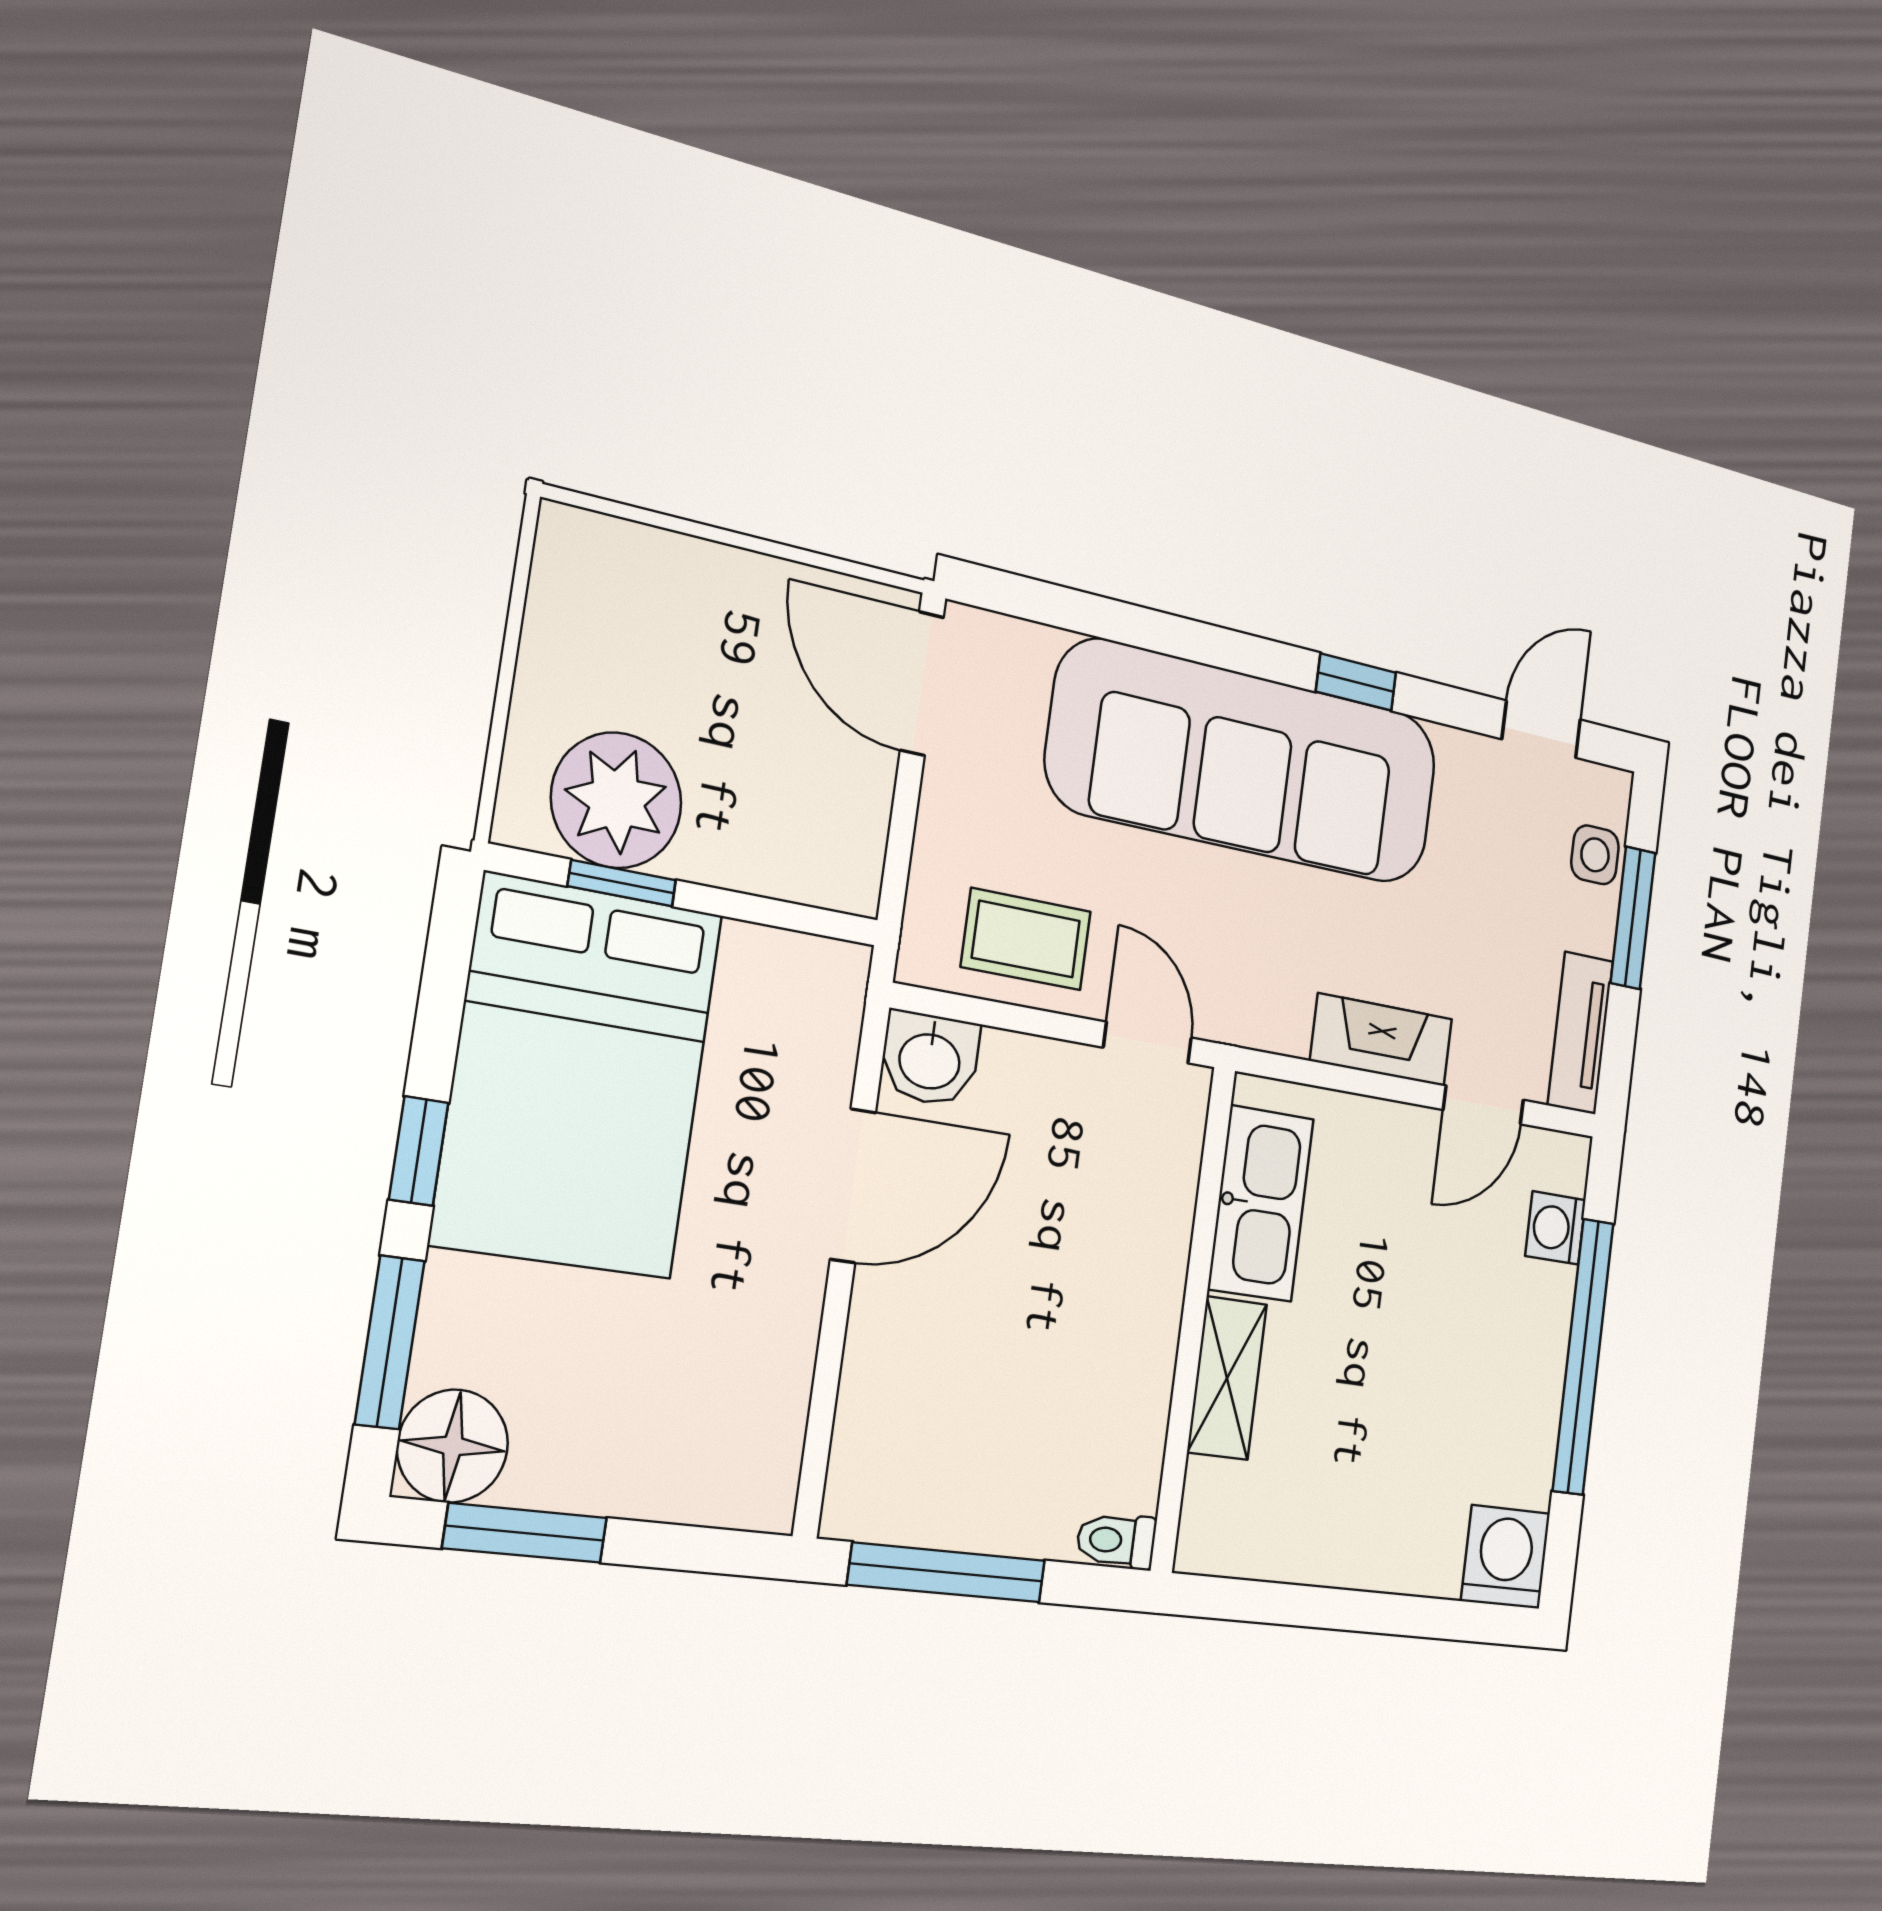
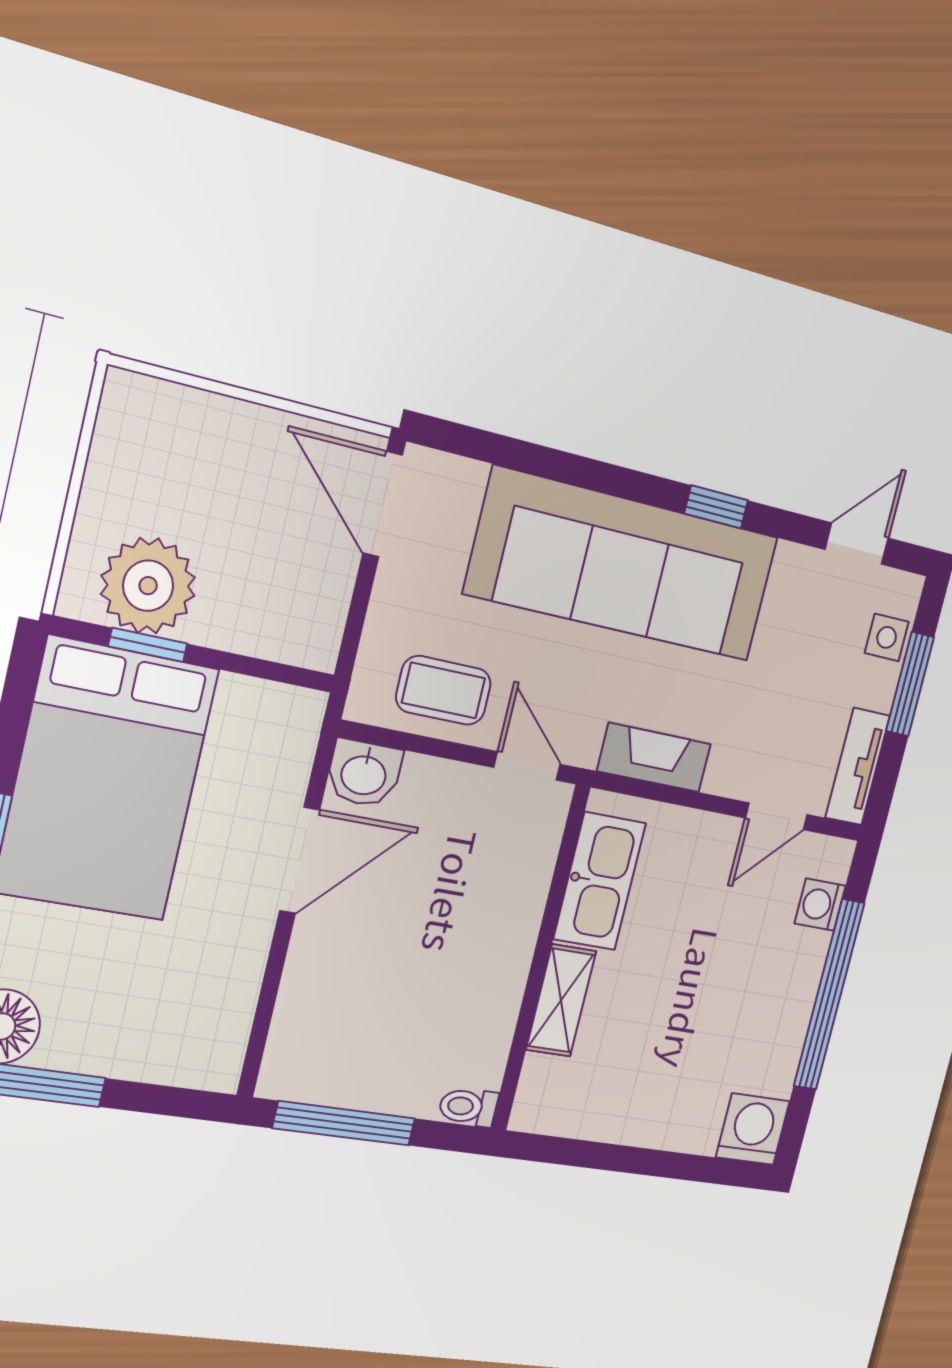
fireplace: (1381, 1040) -> (654, 758), moved

